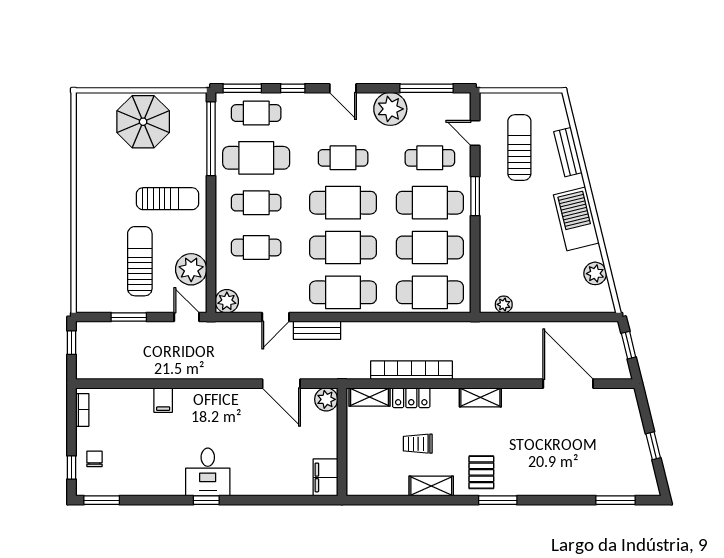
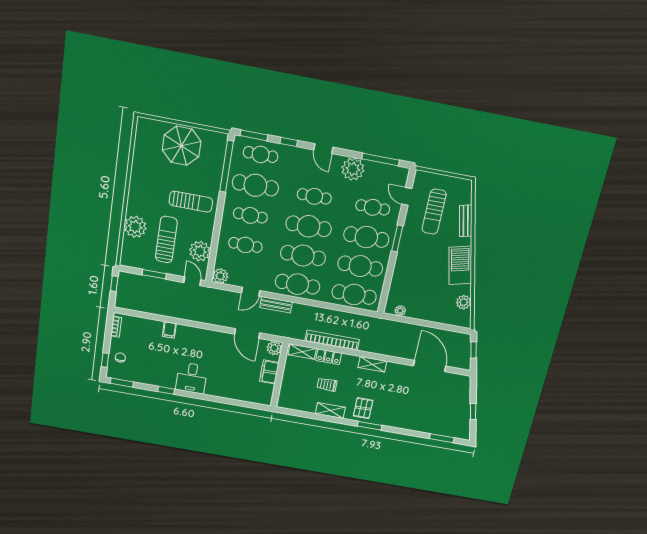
sun lounger: (519, 147) -> (434, 212), turned 180
plant: (92, 251) -> (135, 227), added
filing cabinet: (325, 477) -> (269, 372), moved
window: (206, 500) -> (166, 390), moved

